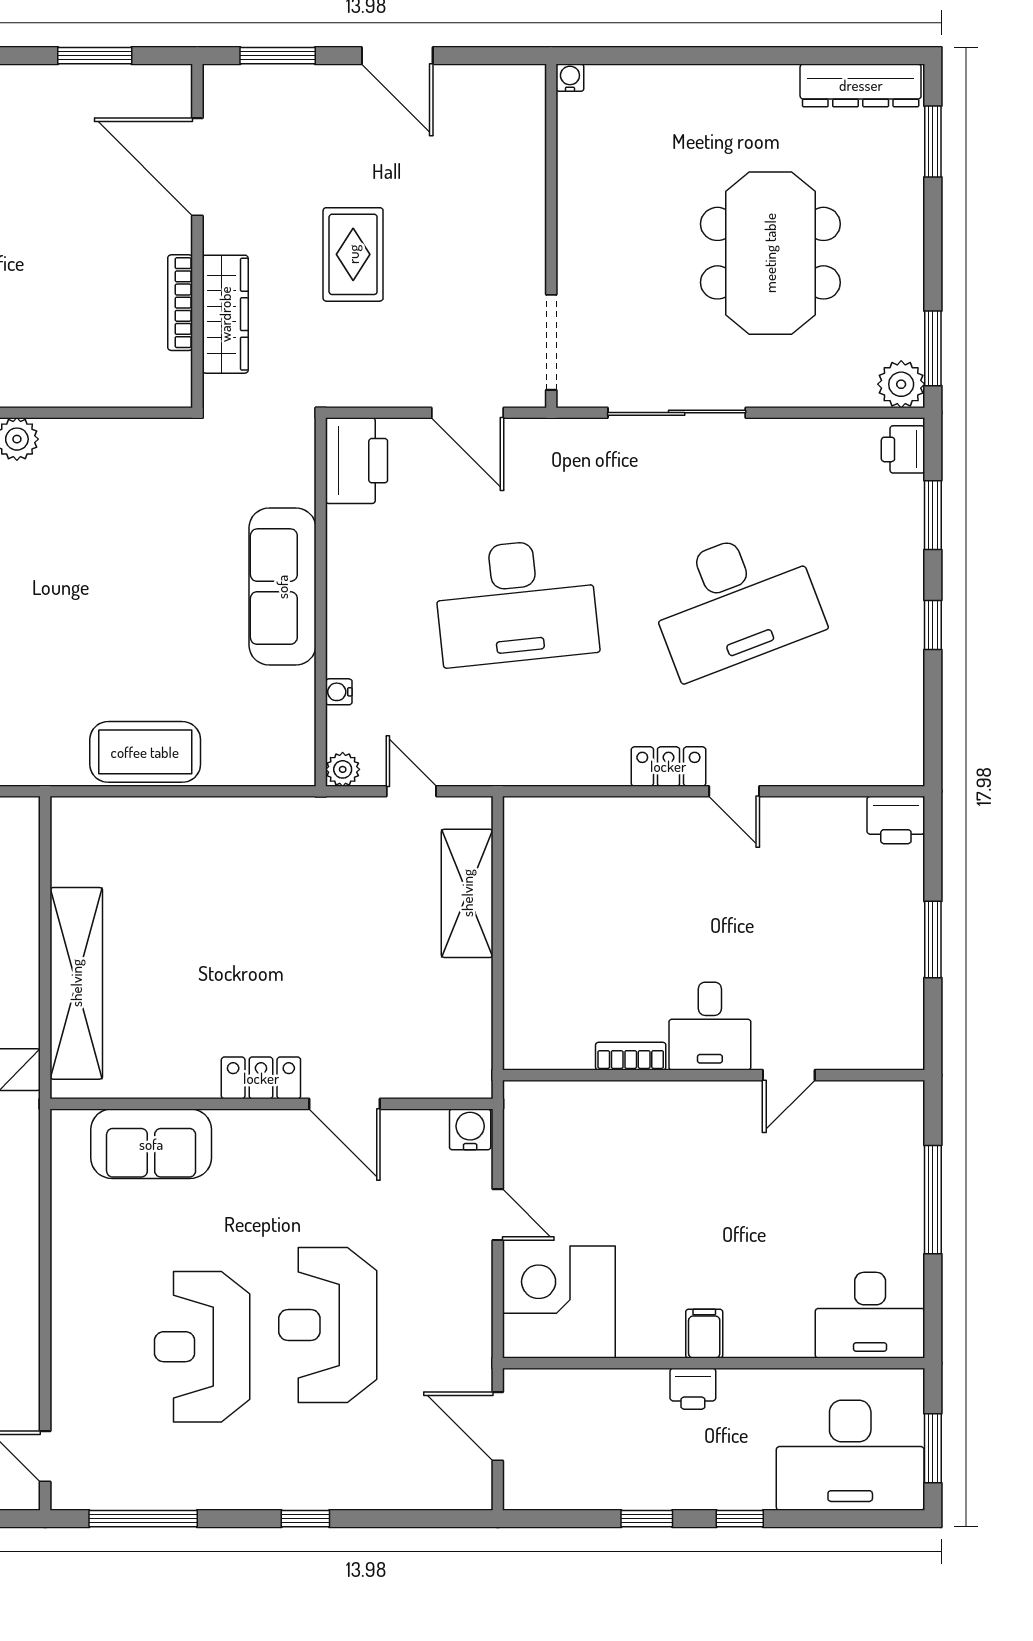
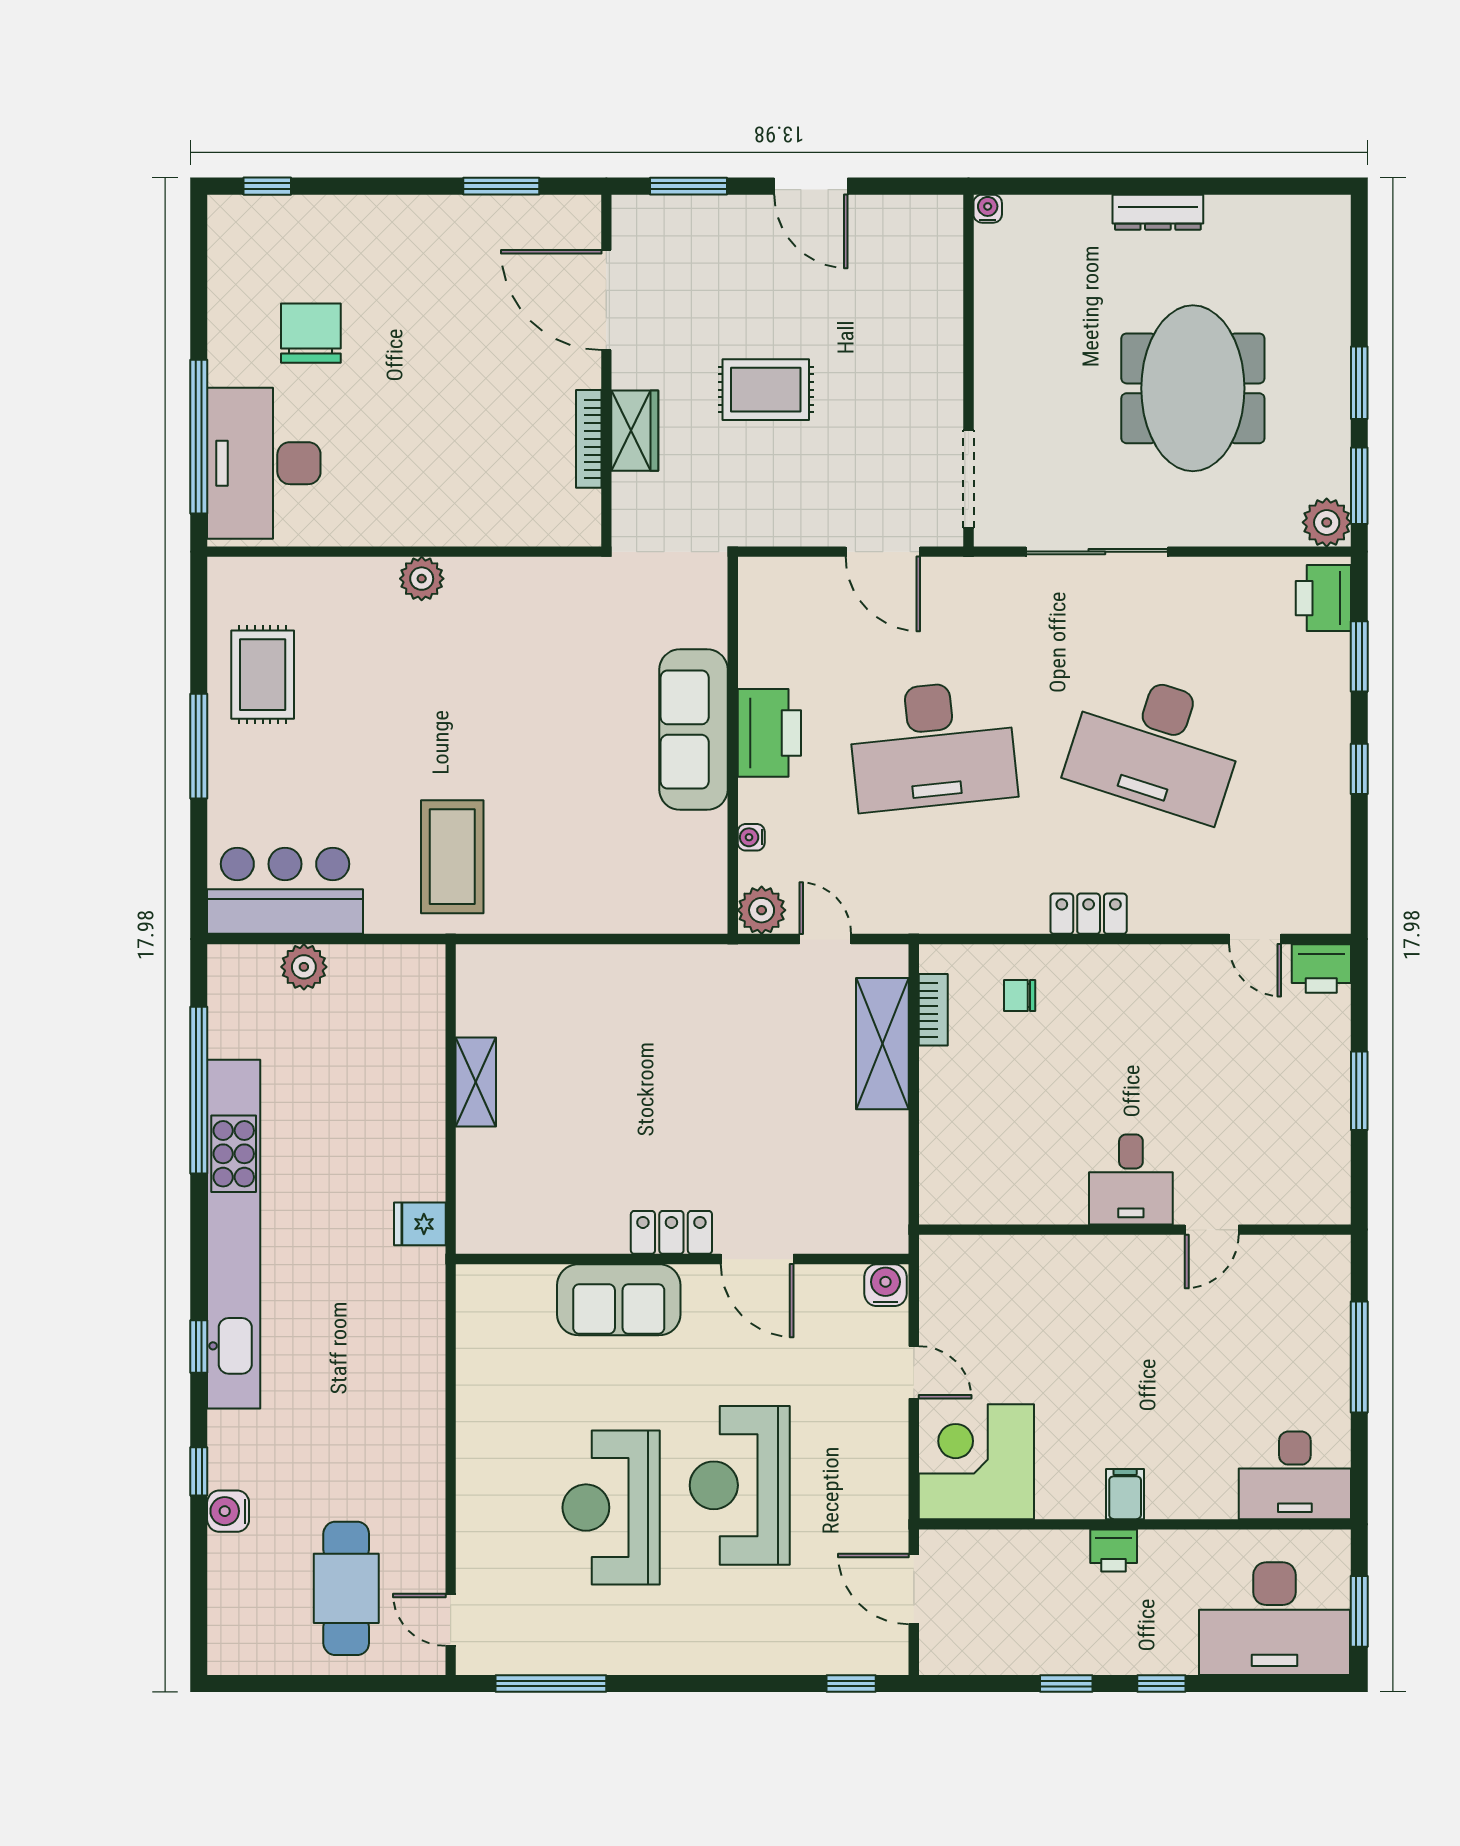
dresser: (861, 85) -> (1158, 212), moved, width x0.73, depth x0.80
window: (933, 142) -> (1359, 383), moved
rug: (353, 254) -> (766, 390), turned 90
wardrobe: (225, 314) -> (635, 431), width x0.67
printer: (903, 449) -> (1323, 598), width x1.36, depth x1.24
printer: (357, 461) -> (769, 733), moved
desk: (735, 602) -> (1156, 745), turned 39
coffee table: (145, 752) -> (452, 857), moved, turned 90
plant: (343, 769) -> (762, 910), width x1.38, depth x1.38
door: (734, 791) -> (1255, 939), moved
chair: (601, 846) -> (1020, 996), added
shelving: (76, 983) -> (476, 1082), width x0.45, depth x0.75
bookcase: (631, 1056) -> (933, 1010), moved, turned 90
sofa: (151, 1144) -> (619, 1300), moved
window: (305, 1519) -> (851, 1683), moved

